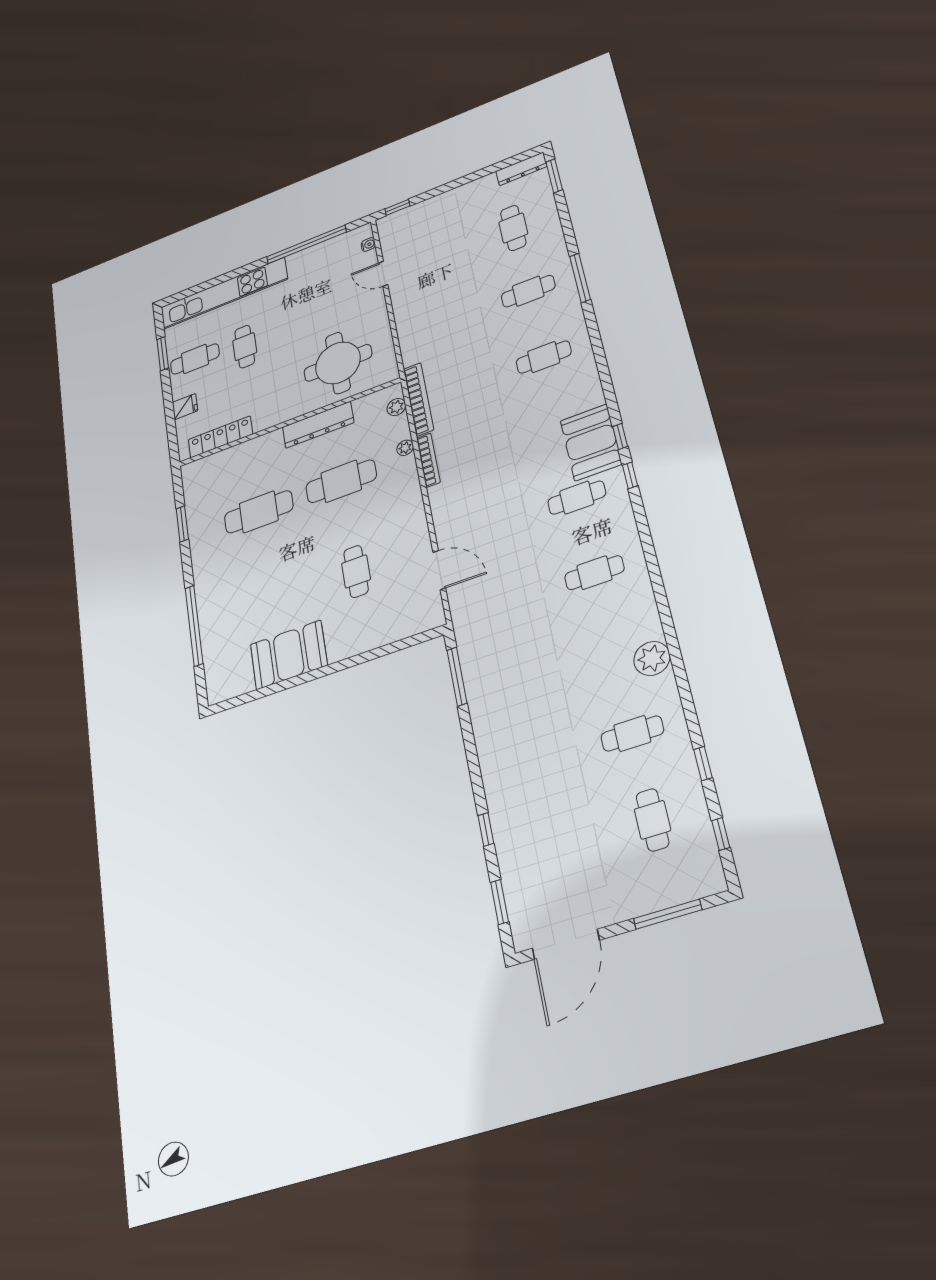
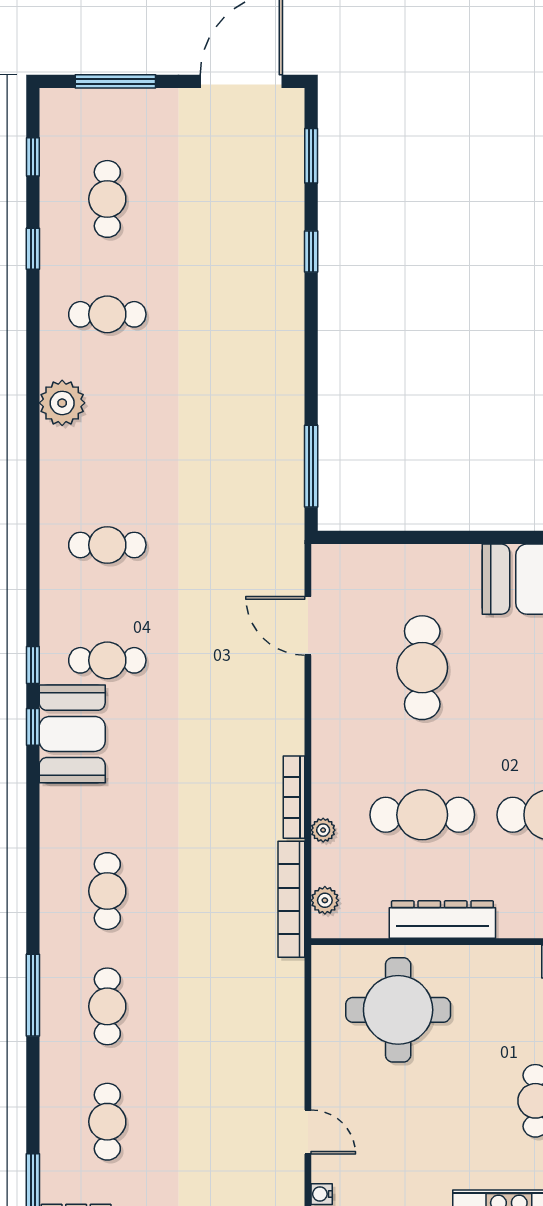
cafe table: (528, 291) -> (107, 1006), turned 90
cafe table: (544, 357) -> (107, 891), turned 90
cafe table: (356, 571) -> (422, 668), width x1.37, depth x1.35

